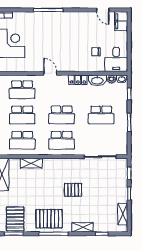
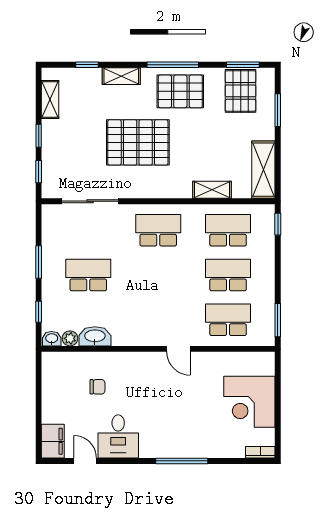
desk: (116, 59) -> (118, 436), moved, turned 180
locker: (78, 80) -> (129, 337), removed
school desk: (62, 115) -> (158, 275), removed
pallet: (73, 190) -> (138, 142), width x2.05, depth x2.00

